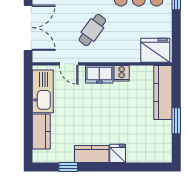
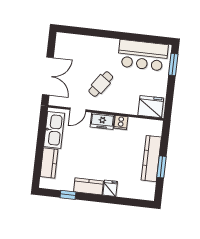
door: (69, 64) -> (78, 110), hinge flipped
kitchen counter: (163, 92) -> (151, 159), moved

